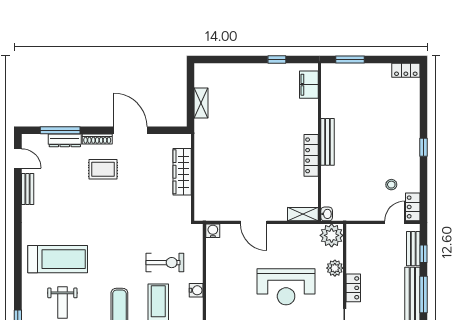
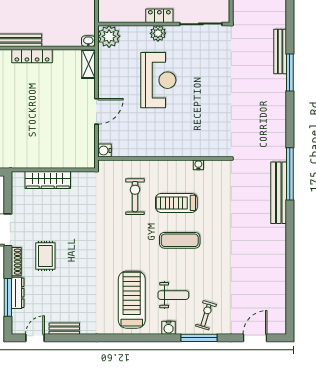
plant: (335, 268) -> (158, 33), moved
water cooler: (196, 290) -> (169, 328), moved, turned 180

